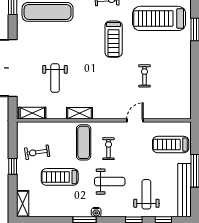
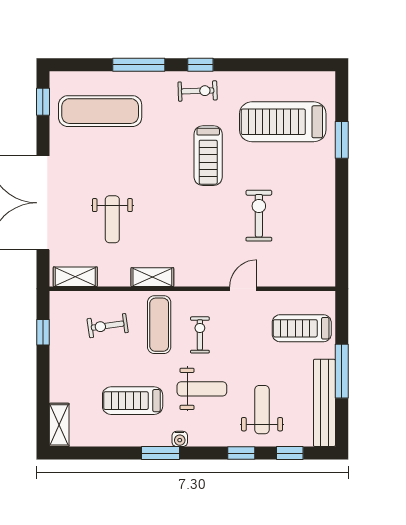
exercise bike: (144, 76) -> (259, 216), width x1.38, depth x1.39
exercise bike: (37, 152) -> (108, 326), moved
window: (13, 166) -> (43, 332), moved
treadmill: (60, 177) -> (133, 401), moved

